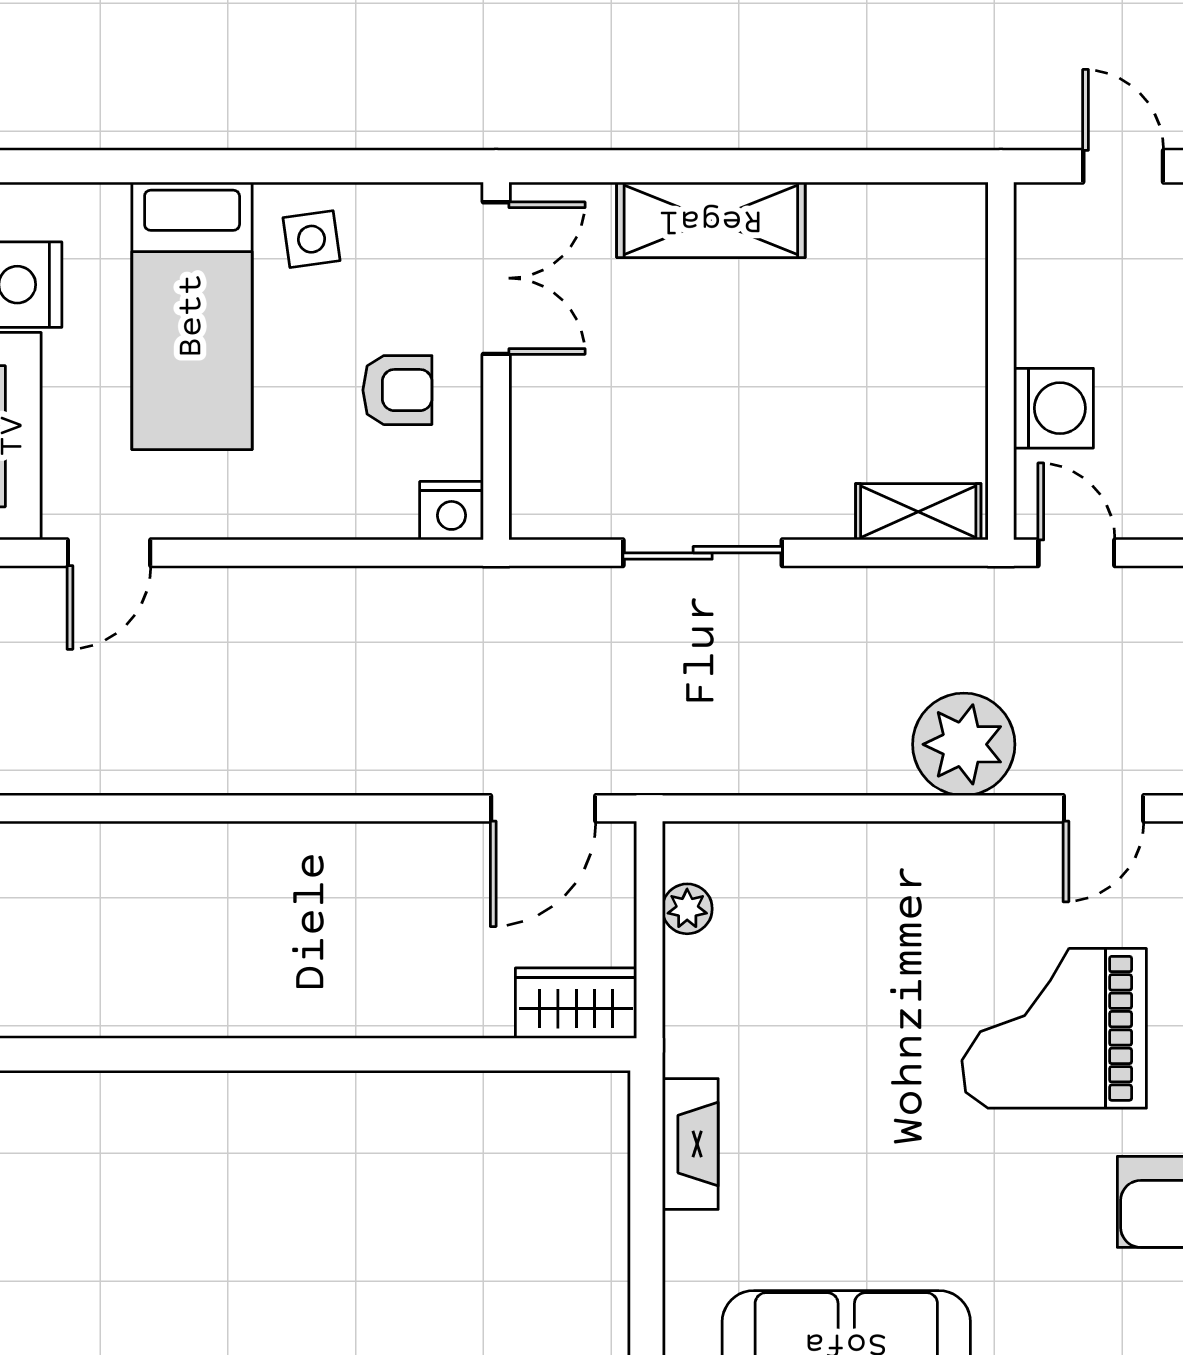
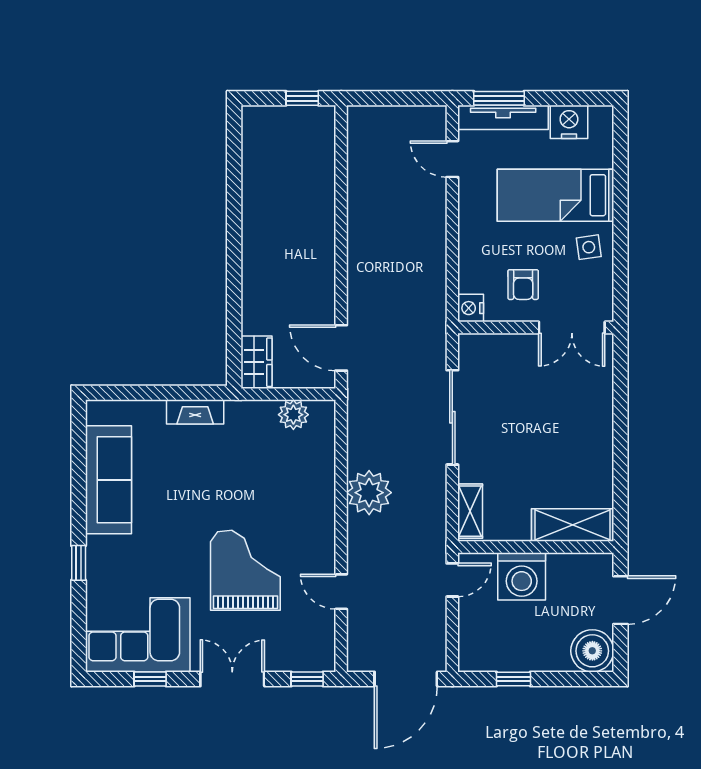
door: (1123, 166) -> (620, 600), width x1.38
shelving: (711, 220) -> (573, 525), moved, turned 90
washing machine: (1054, 408) -> (522, 576), width x1.37, depth x1.37
sliding door: (703, 553) -> (452, 417), width x1.37
plant: (964, 744) -> (369, 493), moved
plant: (687, 909) -> (293, 415), width x1.38, depth x1.38

